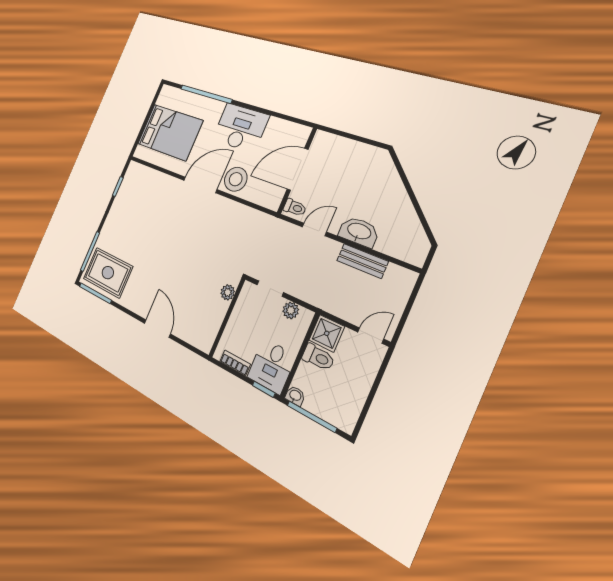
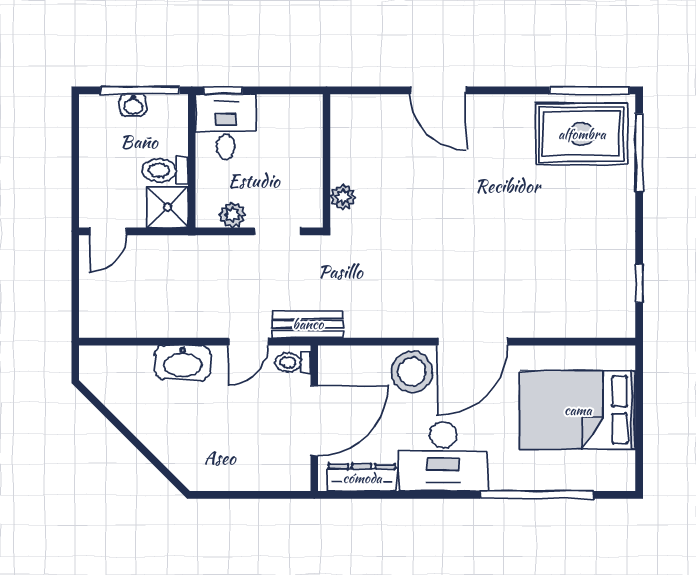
dresser: (286, 129) -> (362, 478), added
bench: (362, 261) -> (308, 324), moved
bookcase: (235, 363) -> (283, 104), removed
washbasin: (295, 396) -> (133, 105), moved

